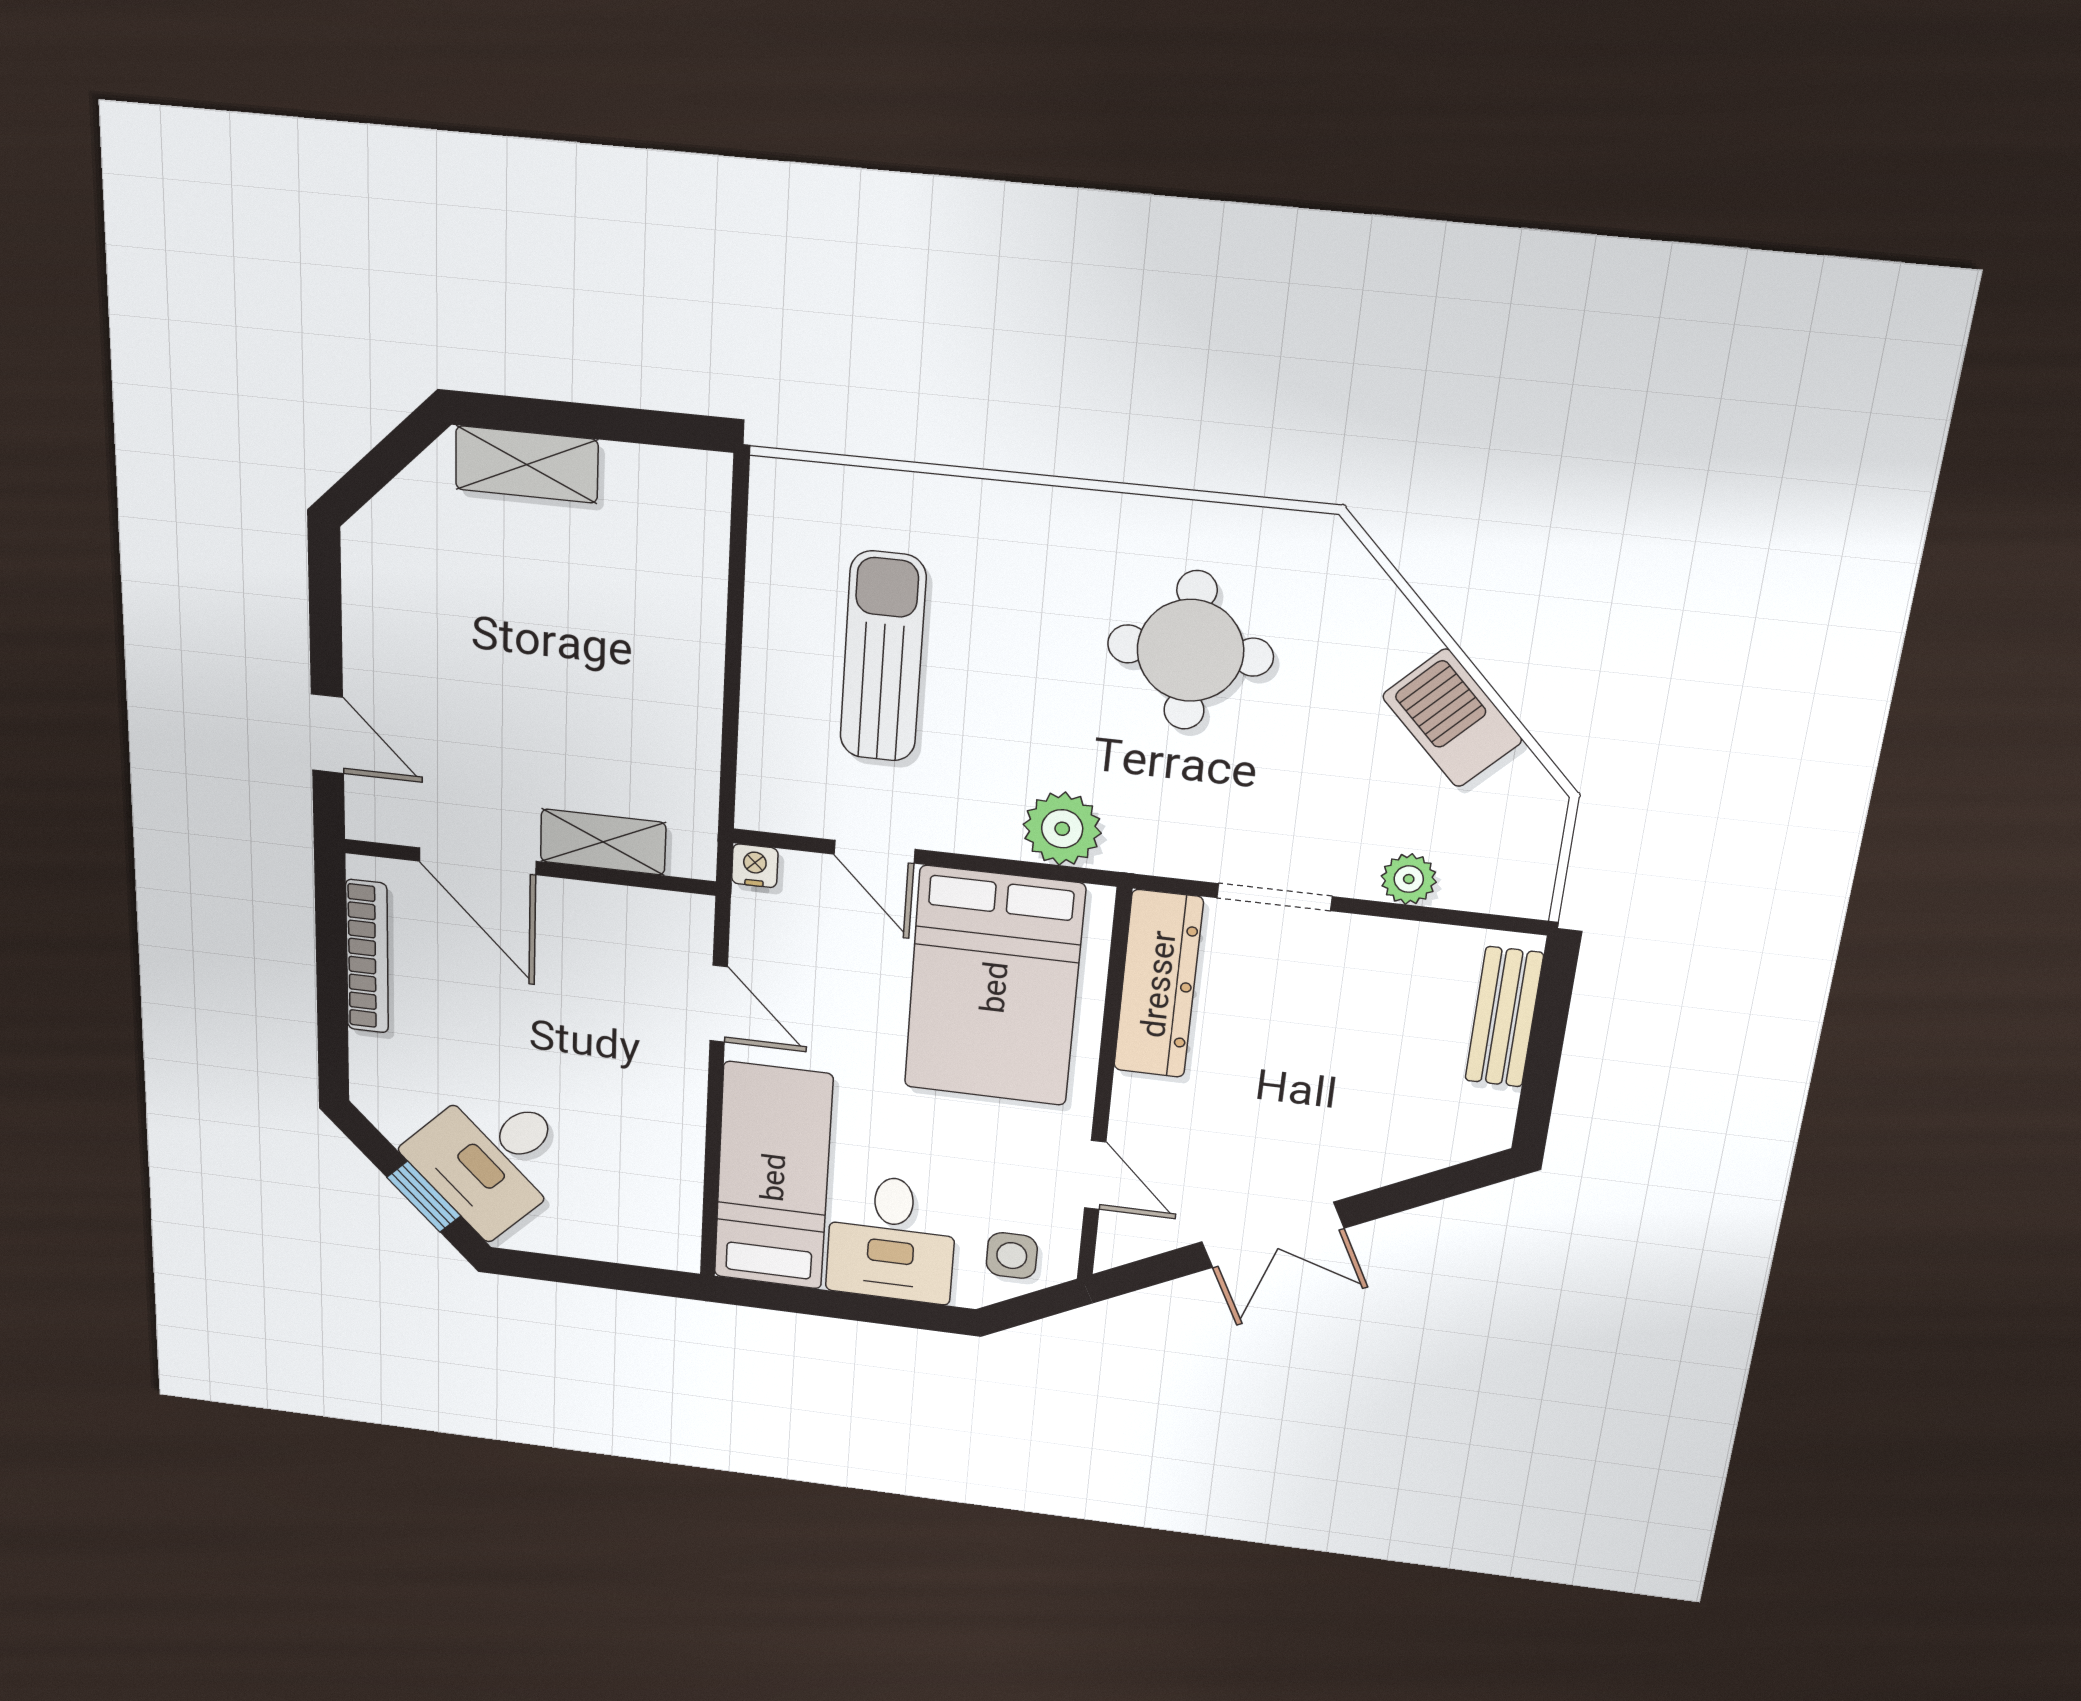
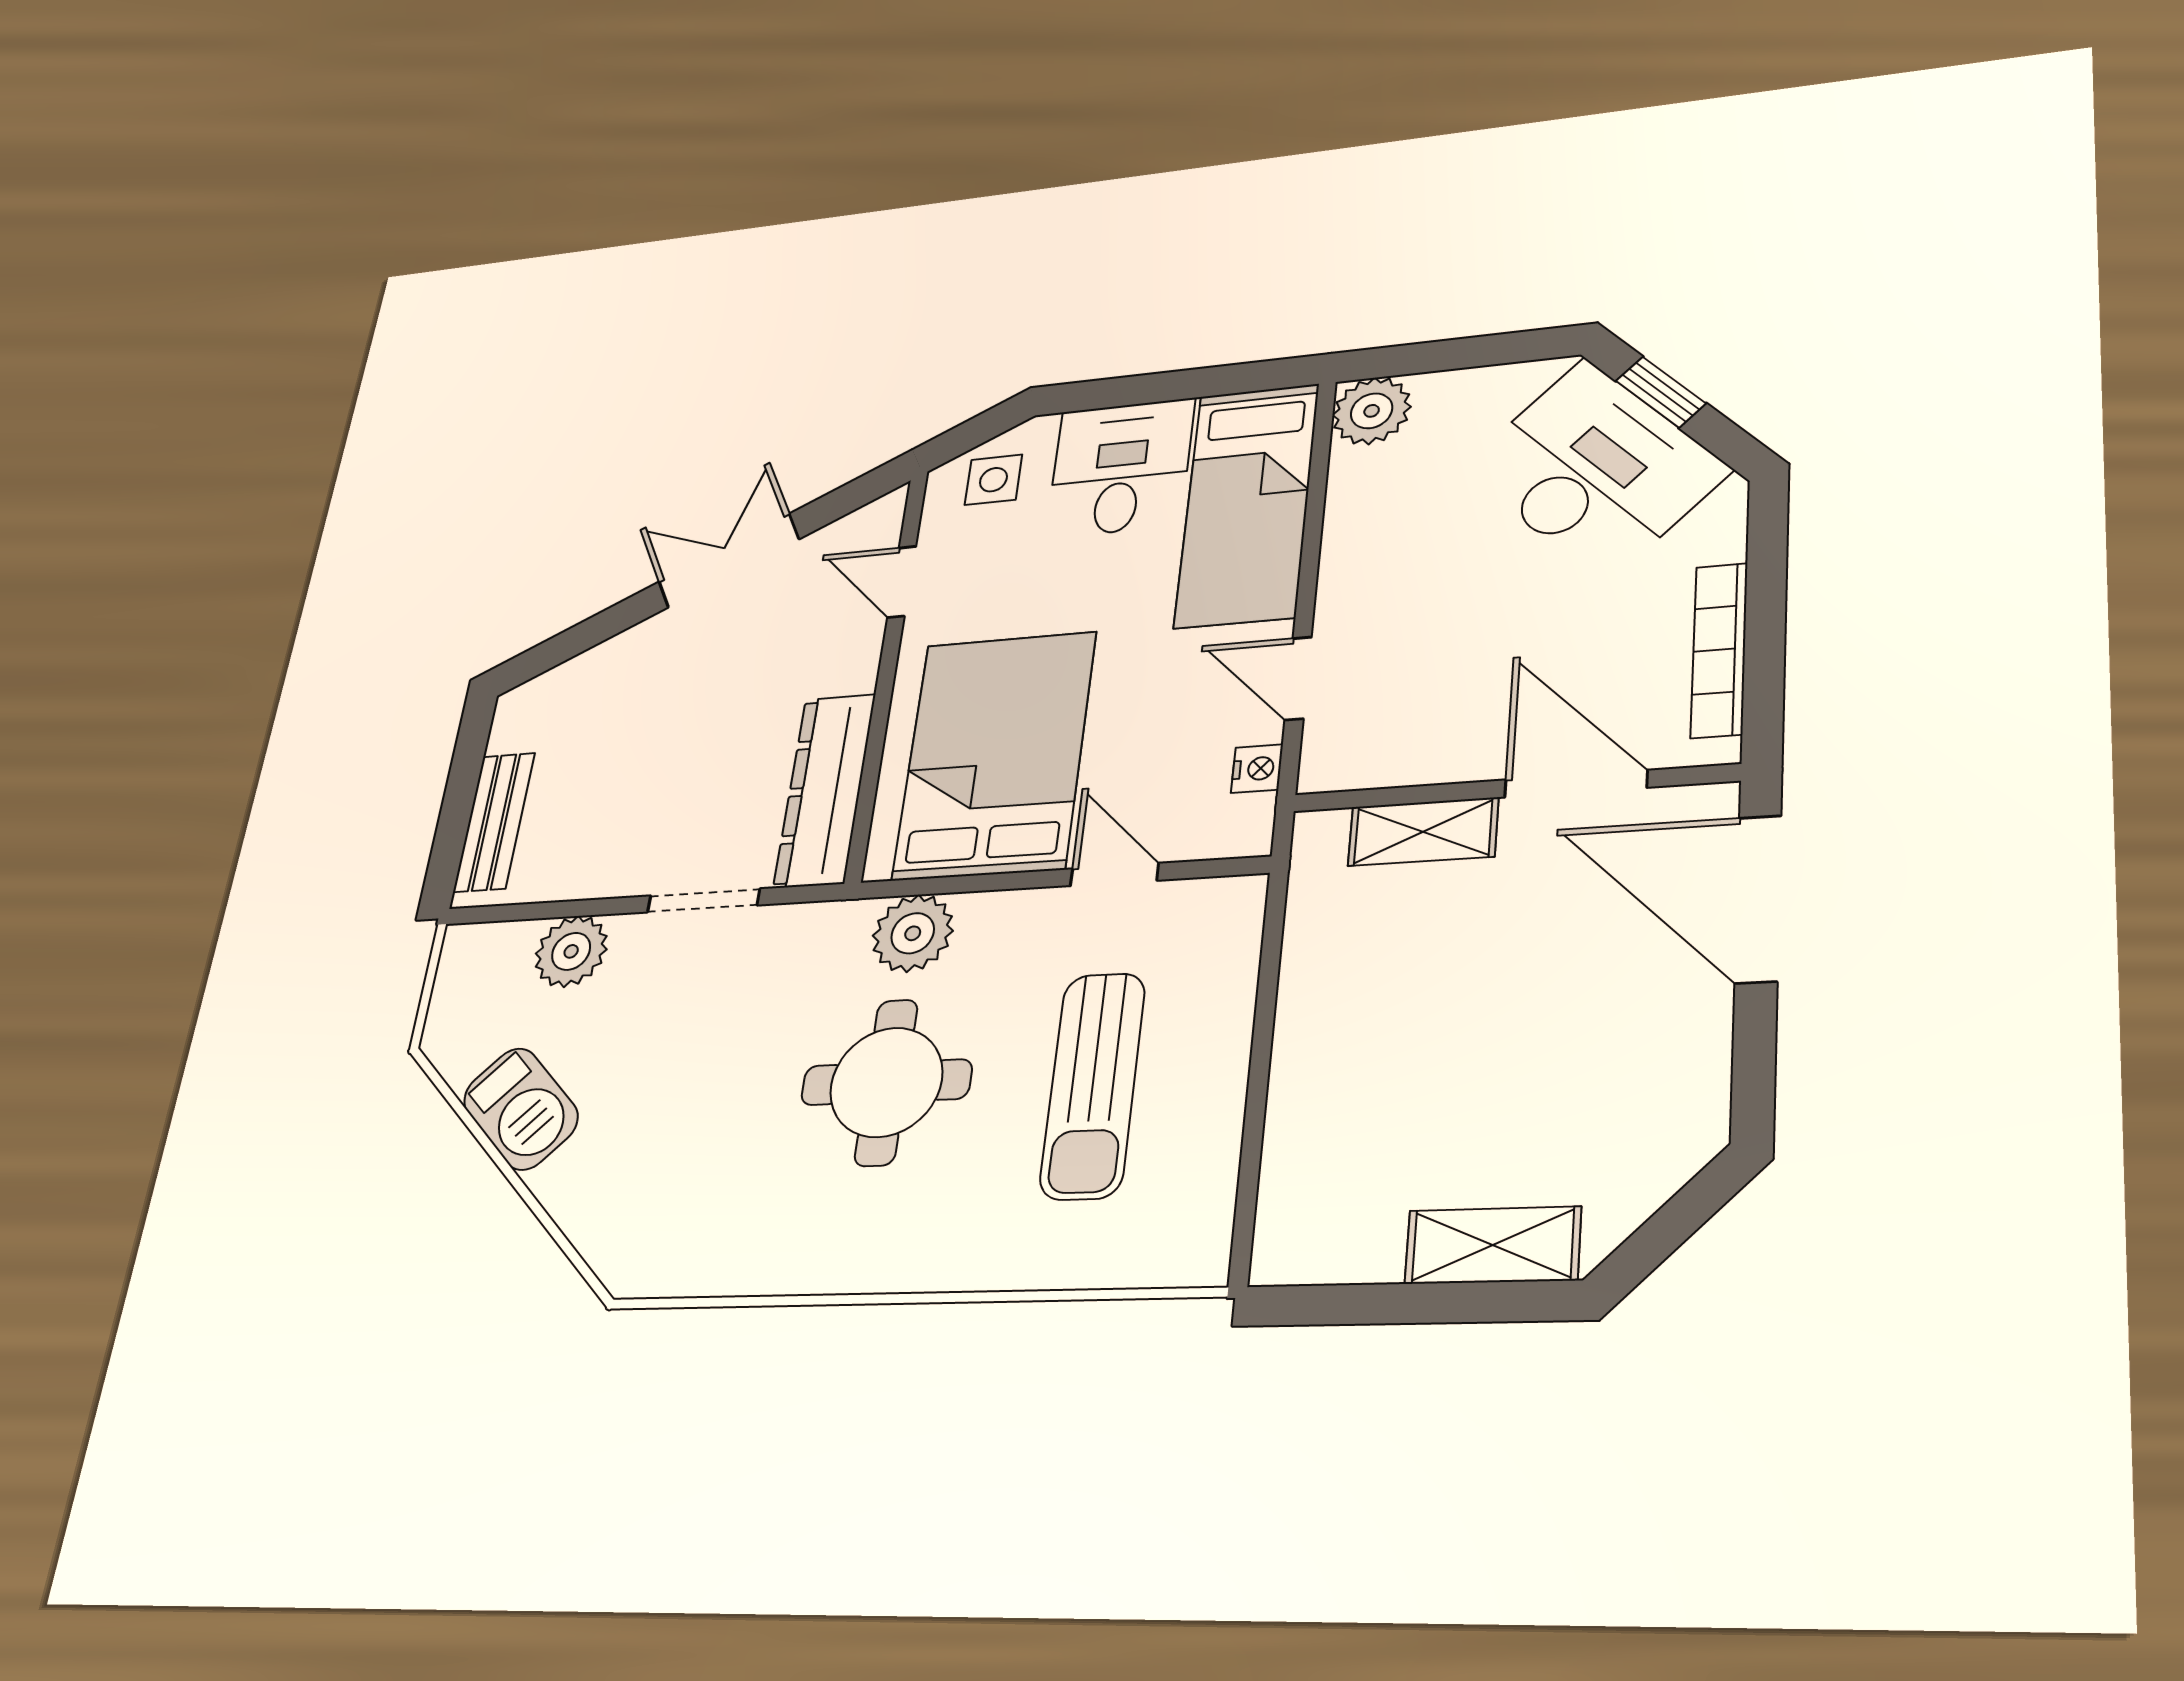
round table: (1190, 650) -> (886, 1082), moved
door: (328, 734) -> (1758, 899), width x1.88
nightstand: (755, 866) -> (1257, 769), moved, turned -90
plant: (1409, 879) -> (571, 951), width x1.38, depth x1.38
desk: (492, 1158) -> (1595, 470), width x1.37
plant: (667, 1239) -> (1372, 411), added

